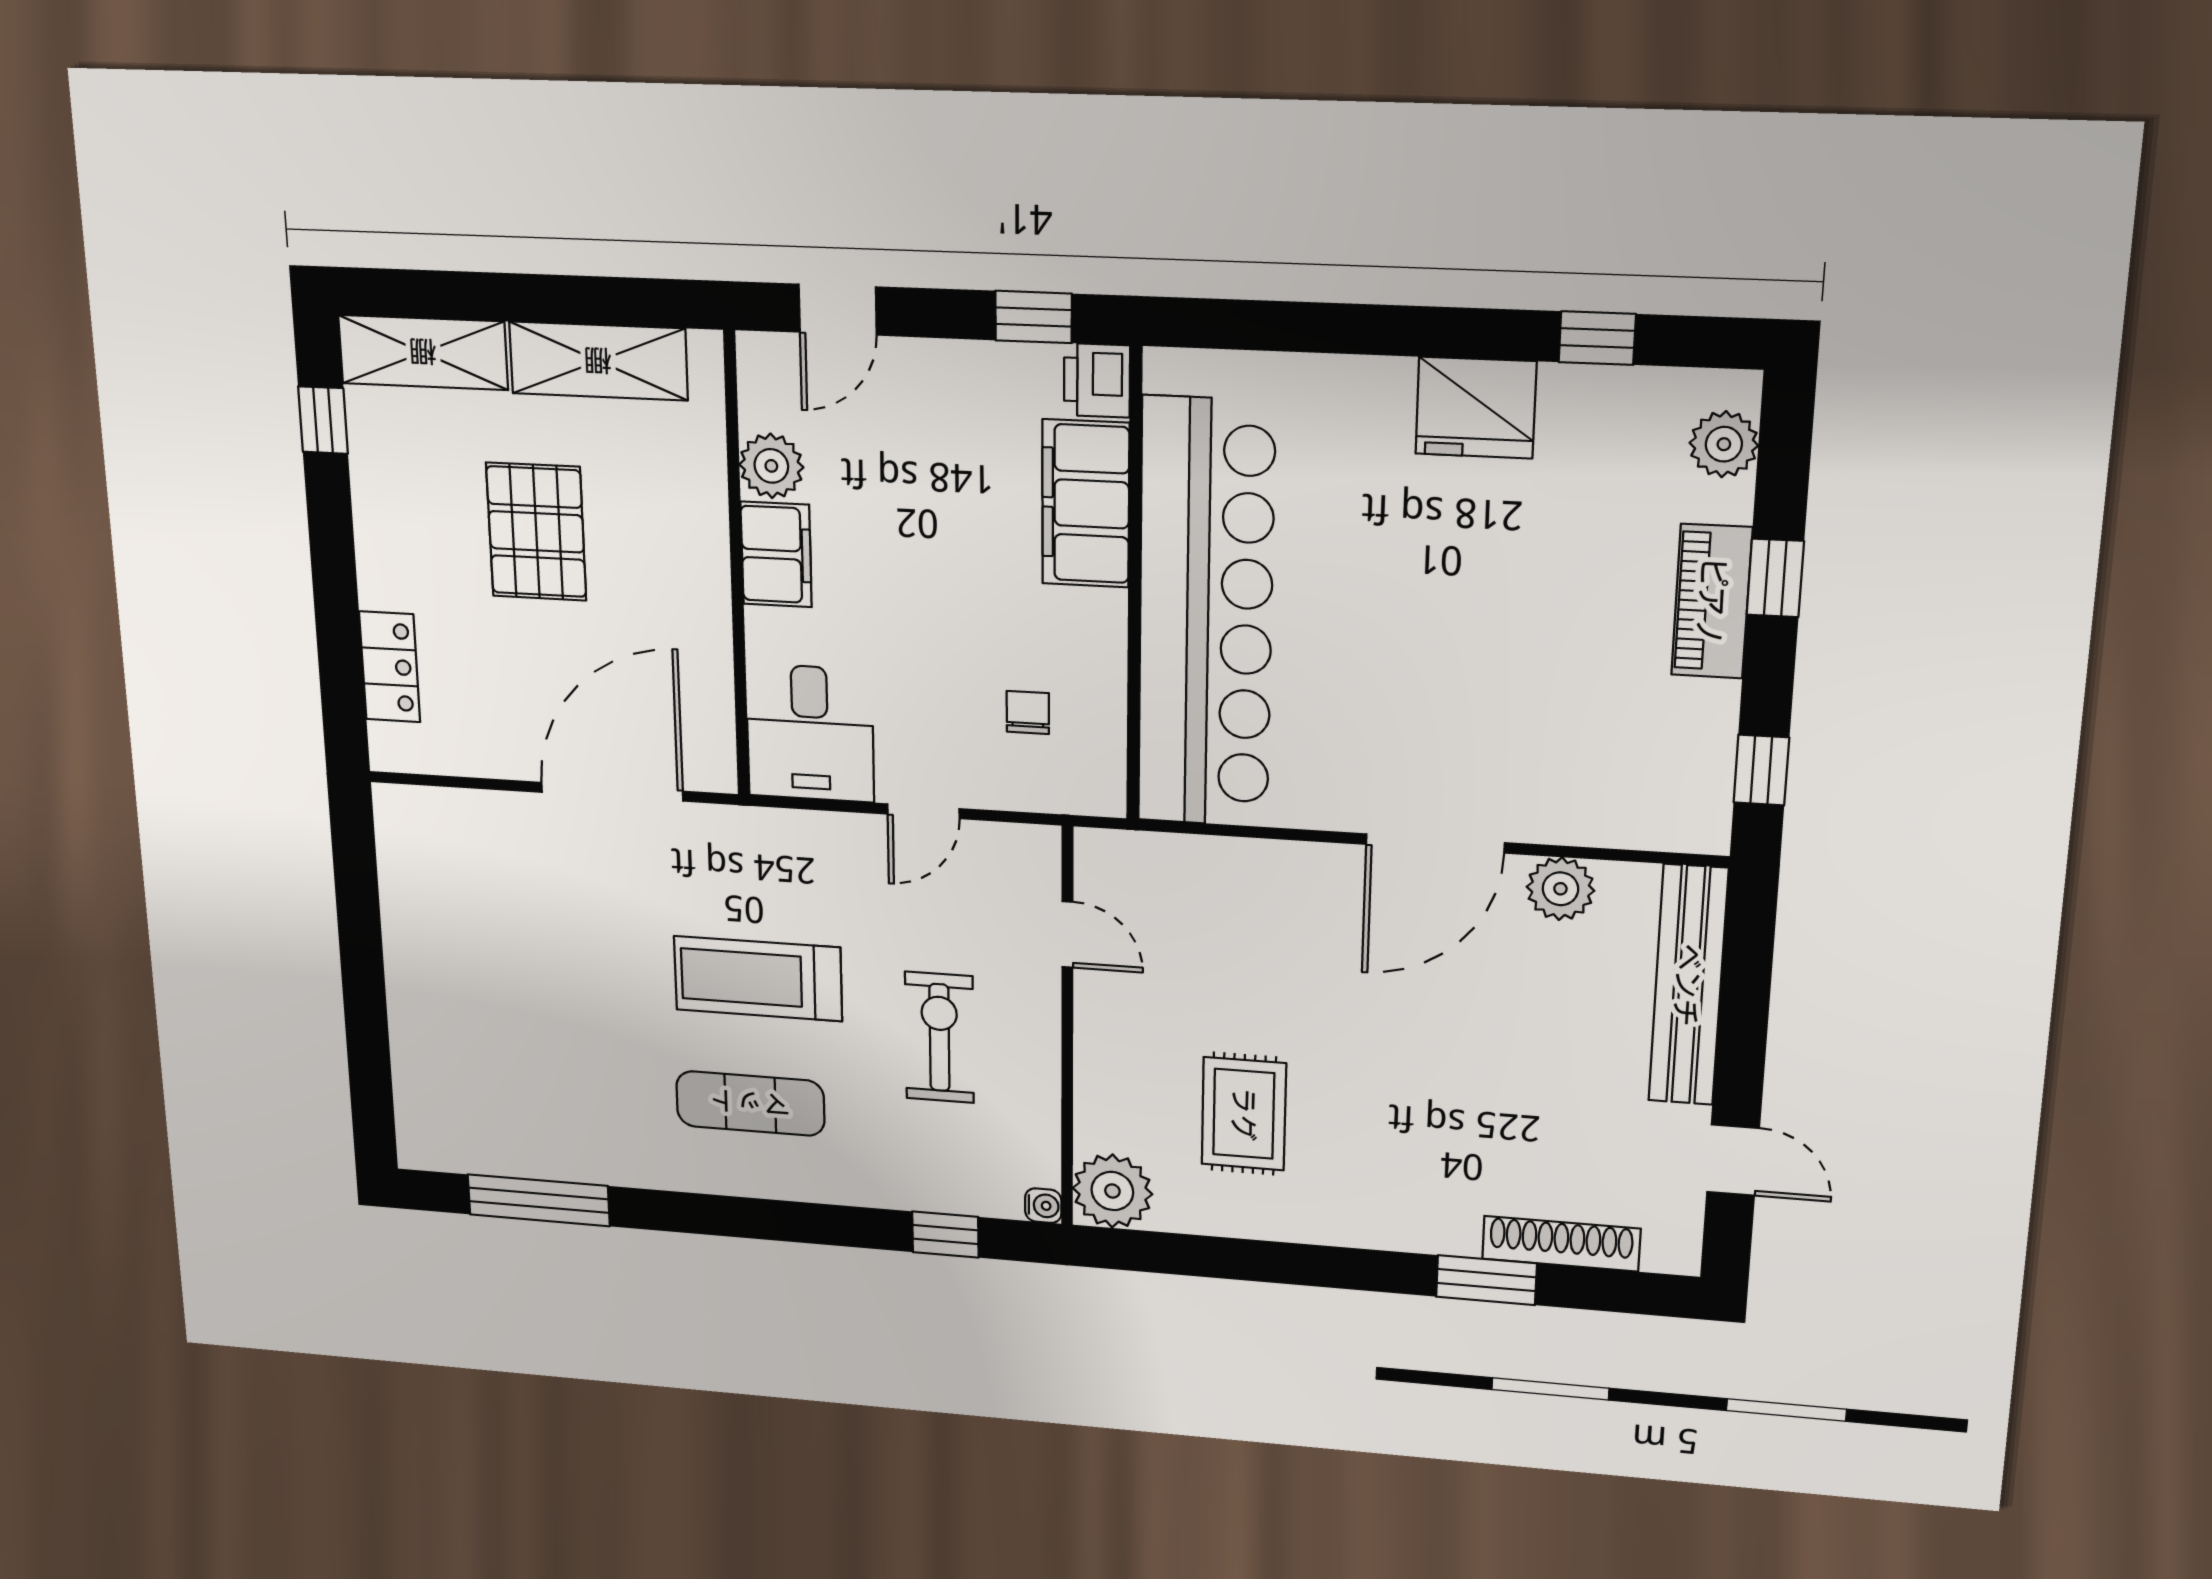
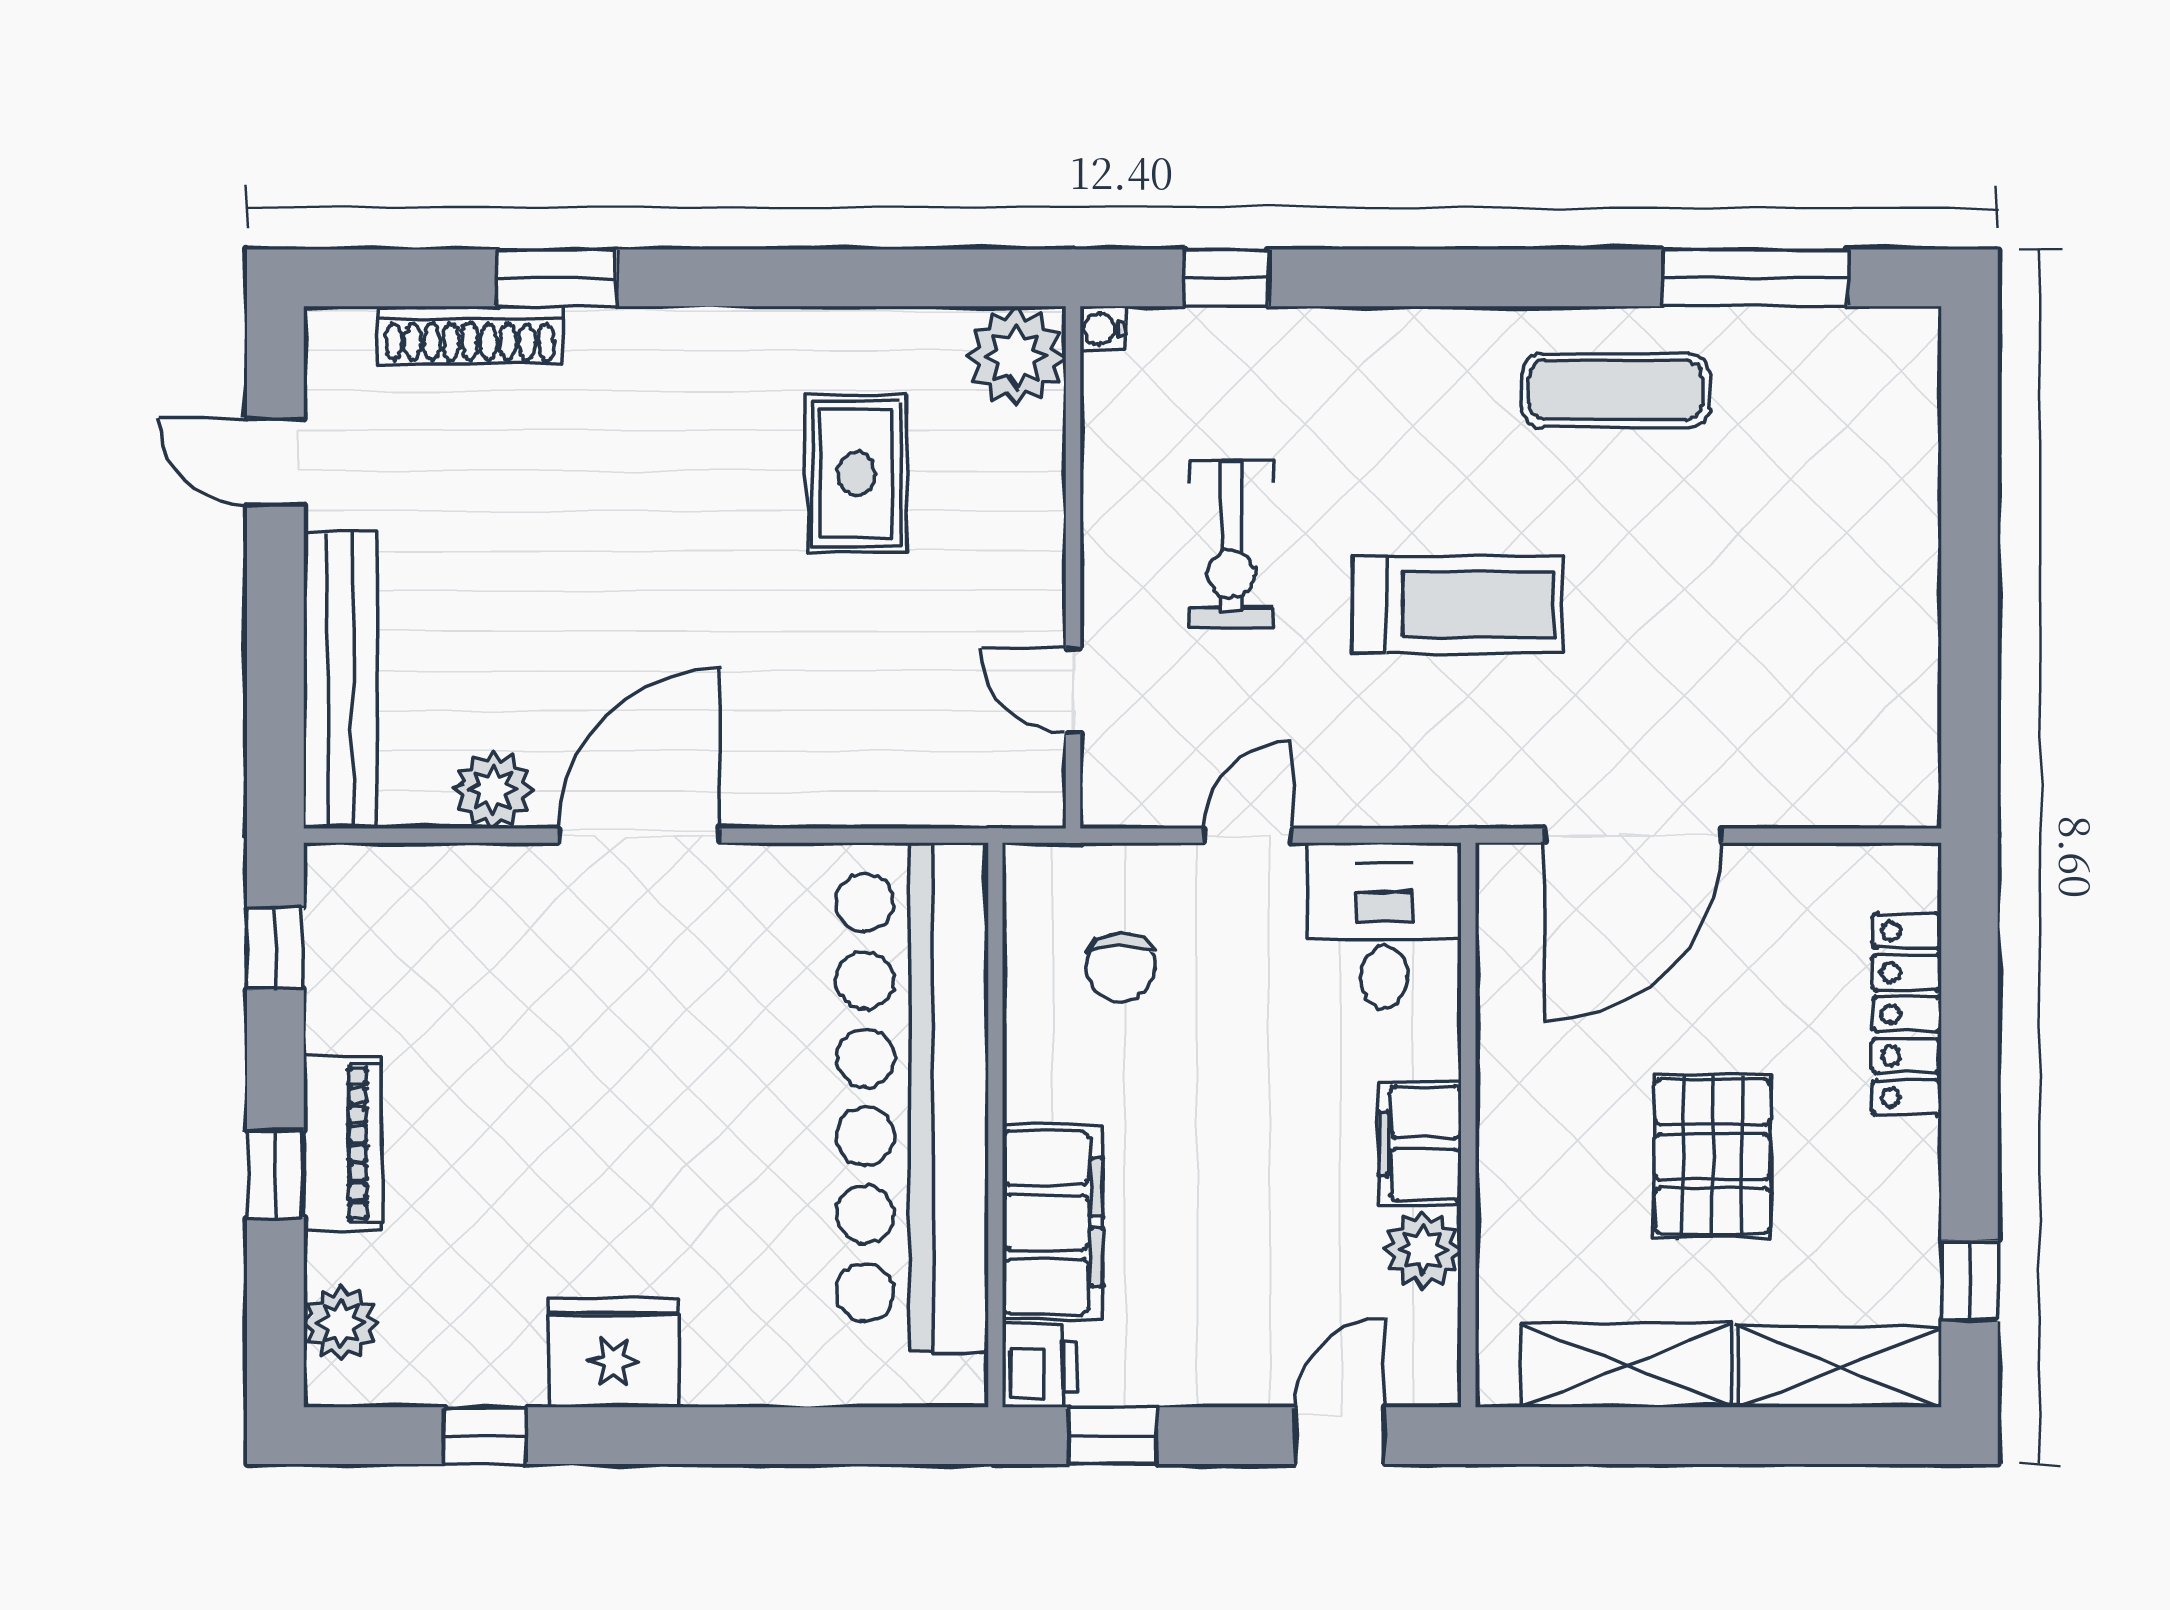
locker: (390, 667) -> (1907, 1014), width x1.53
chair: (1028, 712) -> (1120, 967), width x1.37, depth x1.37
exercise mat: (750, 1103) -> (1616, 390), moved

